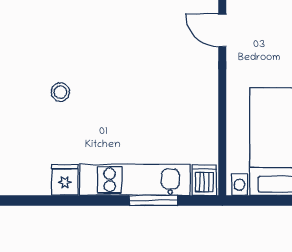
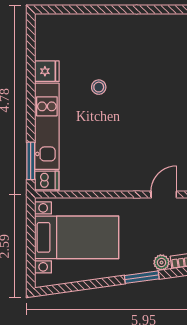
stool: (60, 92) -> (99, 87), moved
window: (154, 201) -> (31, 161), moved

